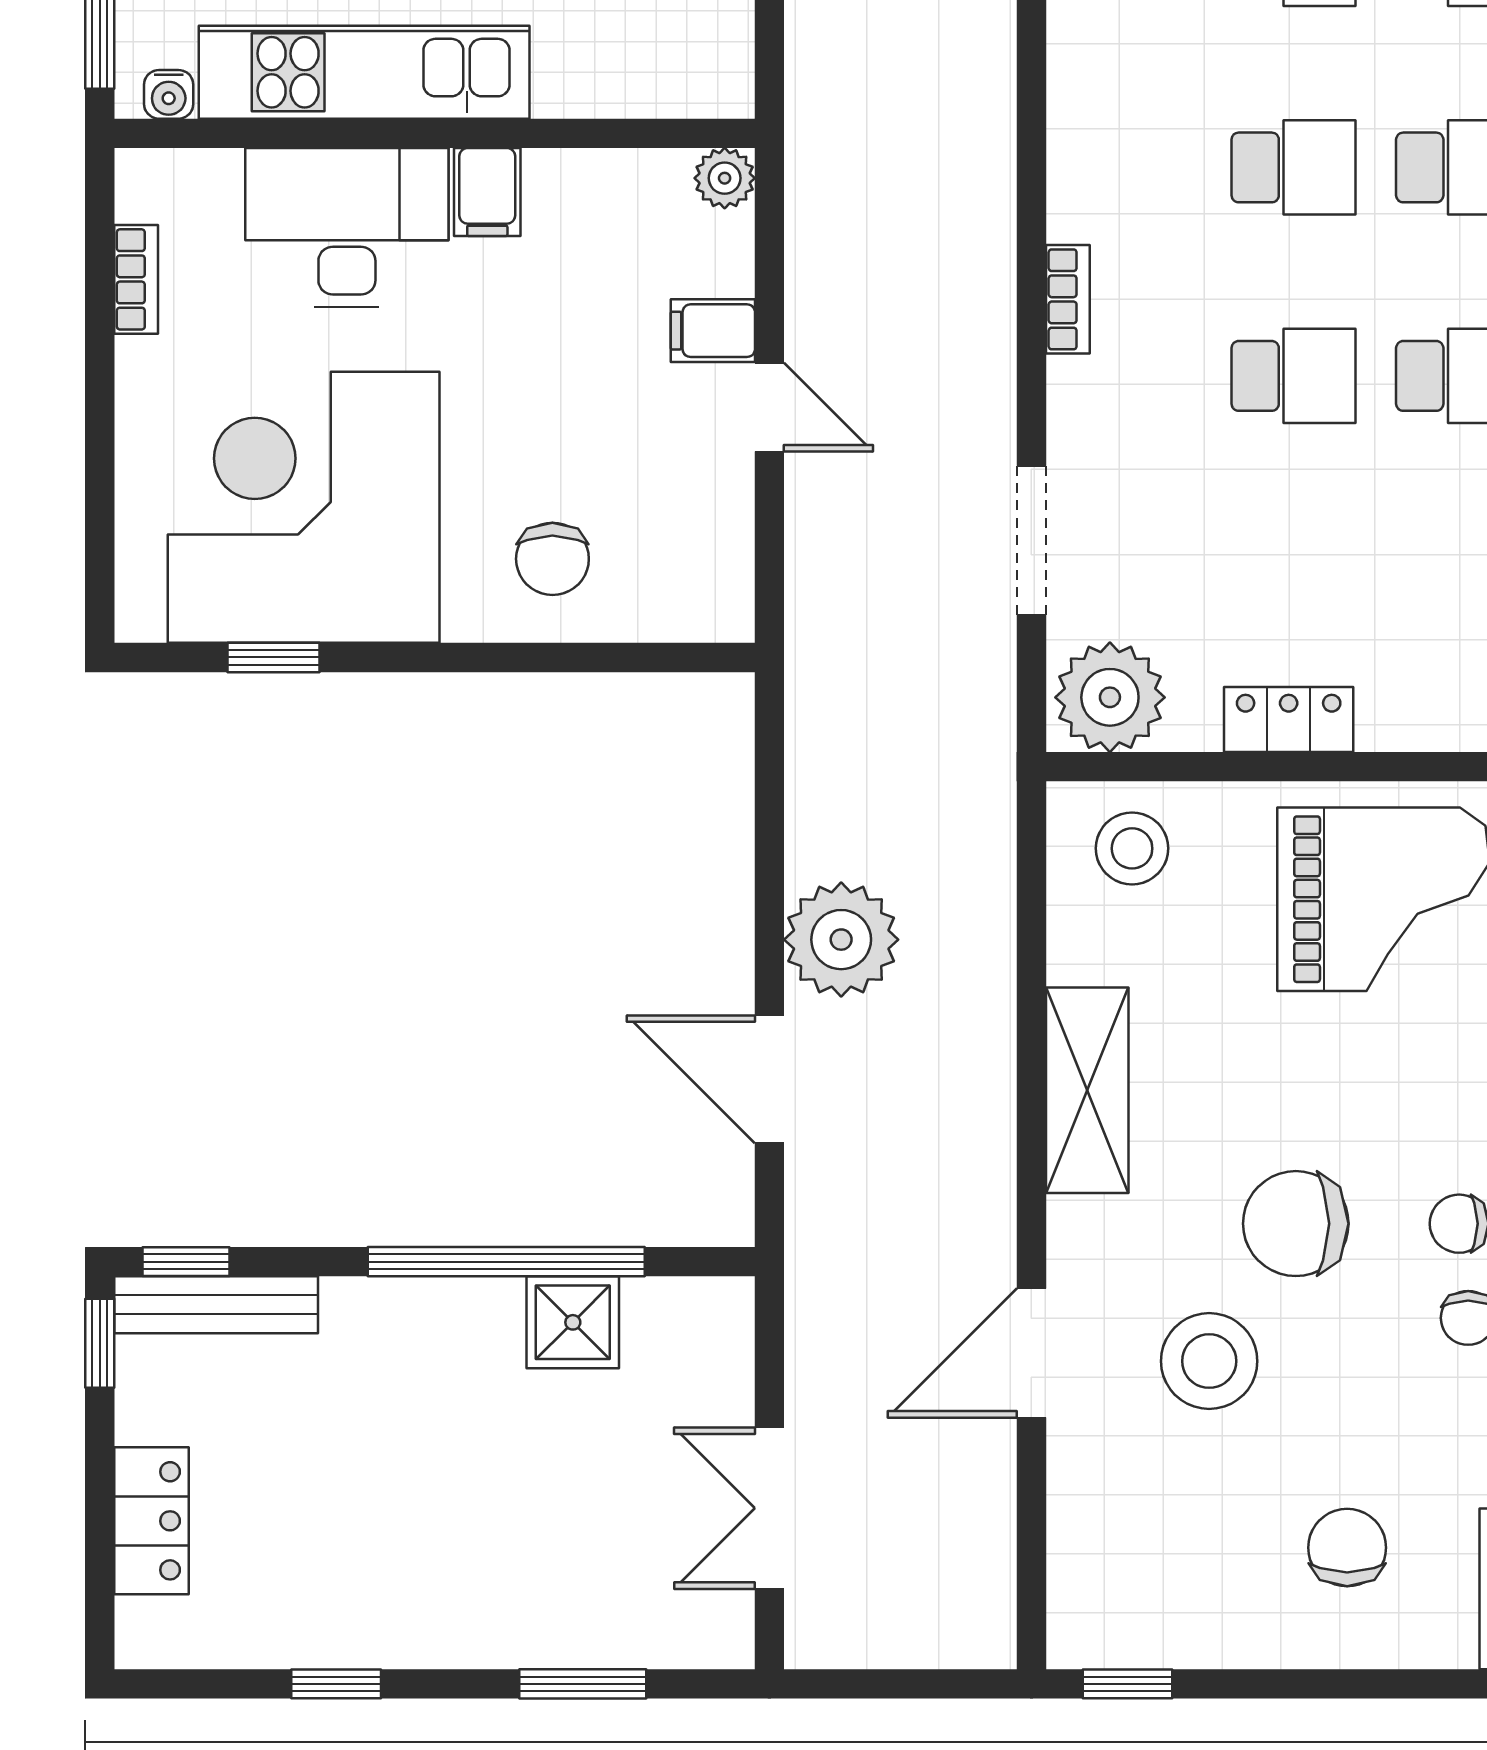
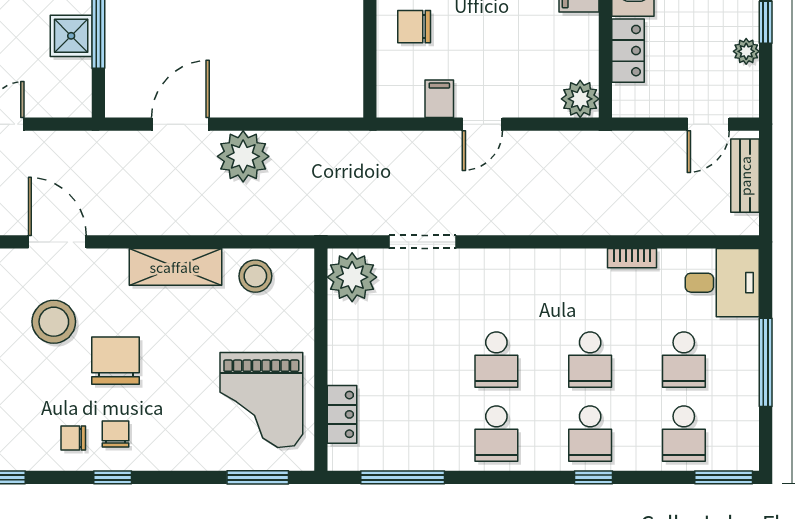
locker: (606, 83) -> (628, 51), added
plant: (725, 178) -> (580, 99), width x1.38, depth x1.38
bookcase: (1068, 299) -> (632, 258), moved
filing cabinet: (713, 331) -> (439, 99), moved
locker: (1289, 719) -> (342, 414), moved
stool: (1132, 848) -> (255, 276), moved

